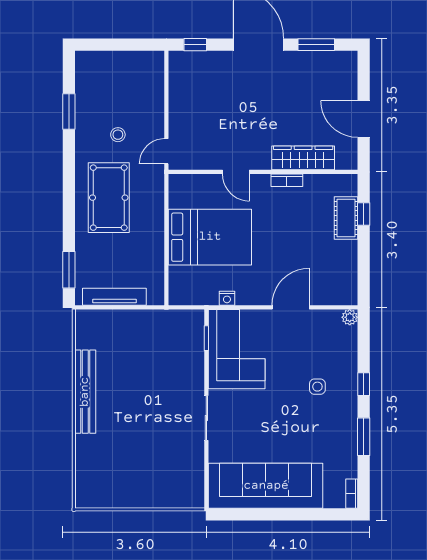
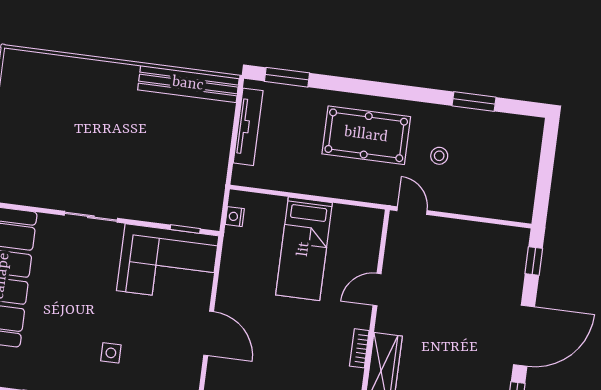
bed: (210, 237) -> (304, 249), width x0.67
nightstand: (227, 298) -> (235, 217), moved
bench: (85, 392) -> (188, 84), moved

